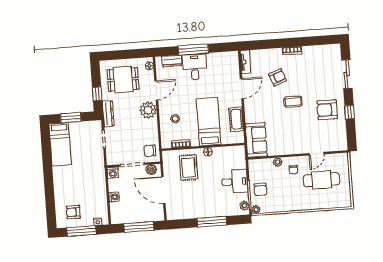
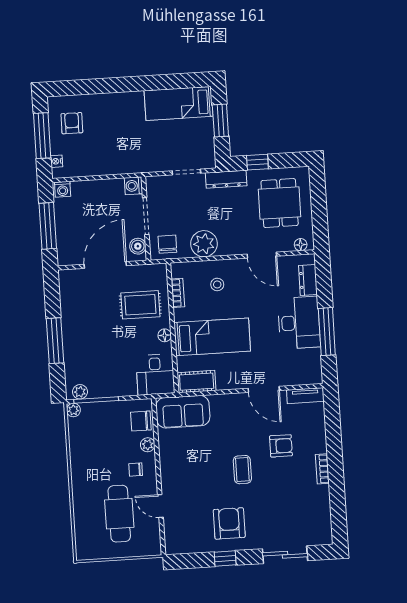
window: (193, 49) -> (327, 332), moved
desk: (195, 67) -> (299, 323), width x1.37
armchair: (278, 77) -> (281, 446), turned -69
plant: (148, 110) -> (204, 244), moved
cot: (236, 119) -> (197, 382), moved
desk: (235, 182) -> (155, 375), moved
chair: (260, 190) -> (141, 421), moved
washing machine: (114, 197) -> (63, 189), moved

